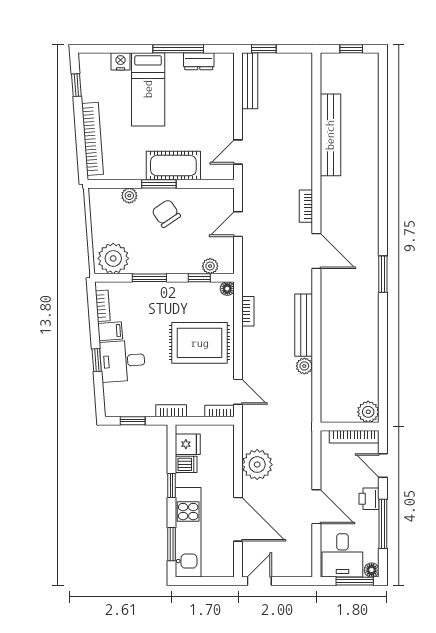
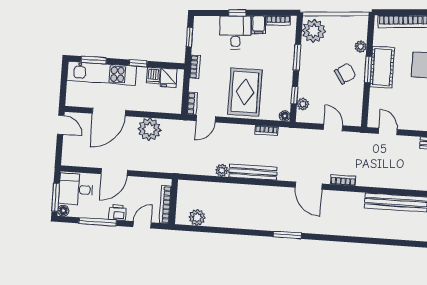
cot: (173, 166) -> (382, 67), moved
door: (316, 251) -> (309, 186), hinge flipped
plant: (368, 412) -> (197, 217), moved

